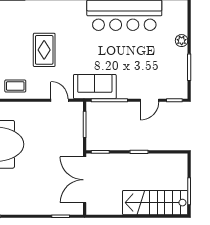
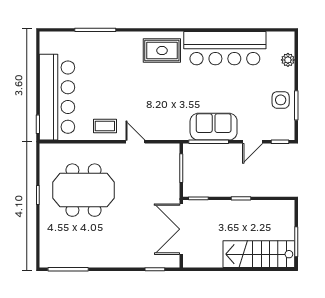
plant: (182, 41) -> (288, 60), moved
rug: (44, 50) -> (162, 51), moved, turned 90
side table: (175, 62) -> (281, 100), added
sofa: (95, 87) -> (214, 127), moved
door: (59, 100) -> (135, 142), moved

